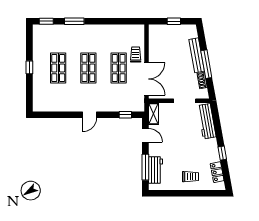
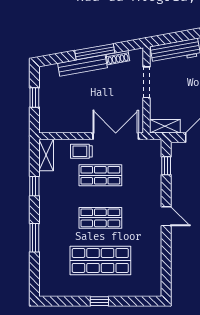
window: (46, 21) -> (34, 186), moved
shelving: (133, 30) -> (46, 155), added
shop shelf: (58, 68) -> (100, 260), width x1.43, depth x1.36

